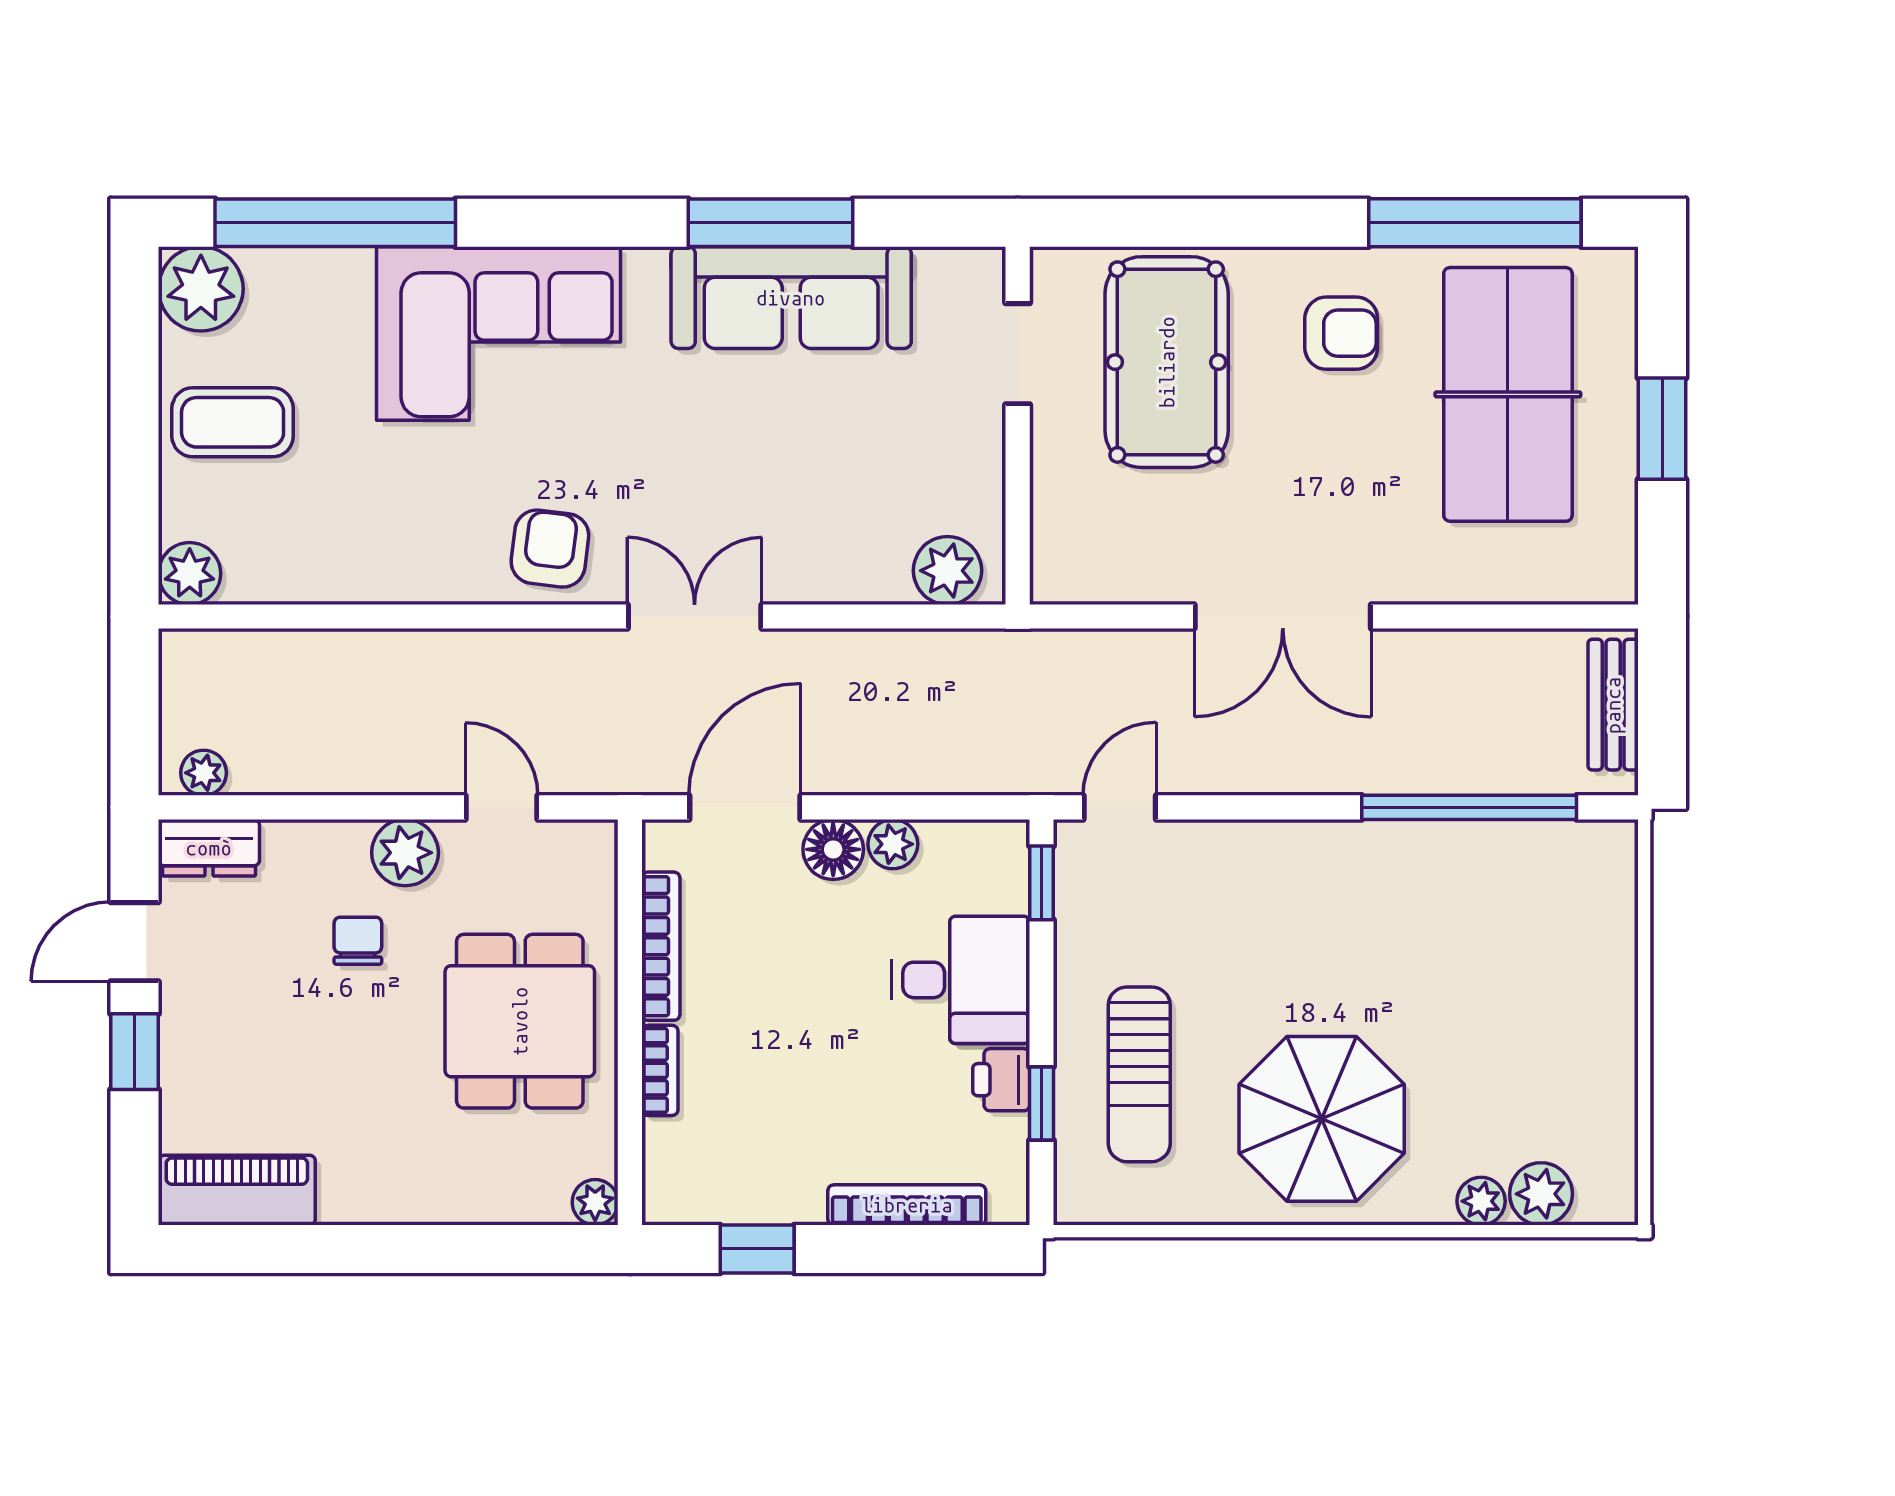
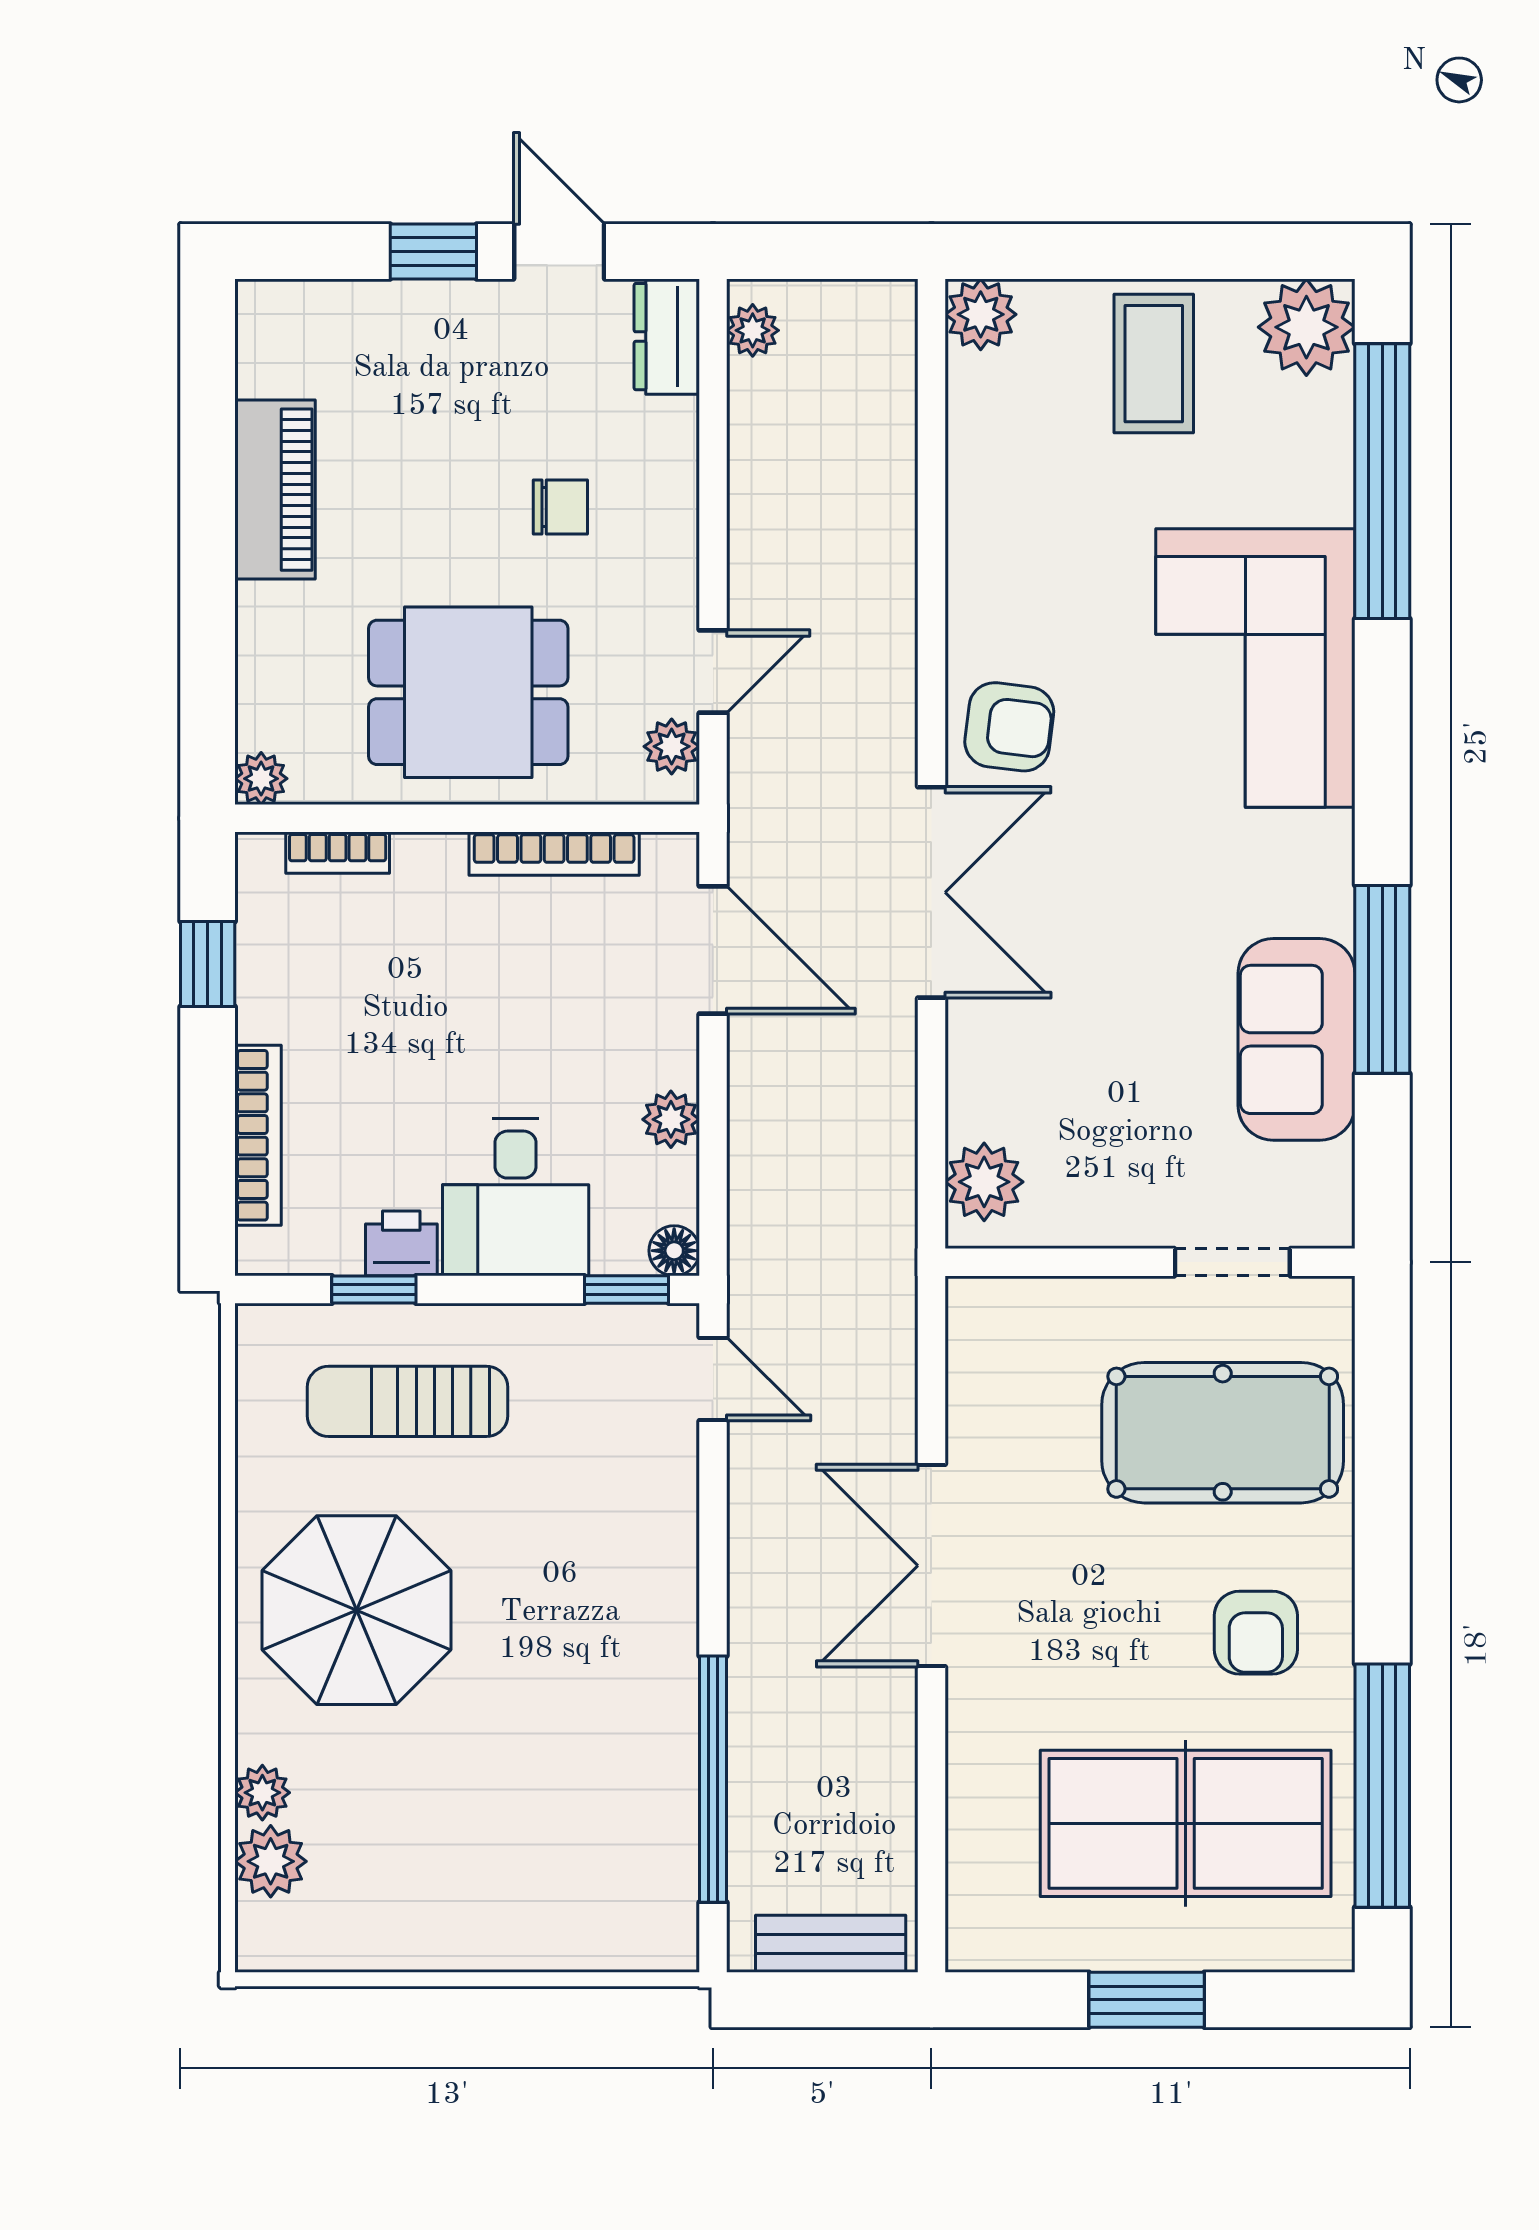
sofa: (791, 298) -> (1297, 1039), width x0.73
double door: (695, 616) -> (931, 892), width x1.37
floor lamp: (833, 849) -> (674, 1251), moved, width x0.73, depth x0.73
plant: (405, 853) -> (672, 746), moved, width x0.73, depth x0.73
bookcase: (660, 1070) -> (338, 853), moved
piano: (237, 1190) -> (275, 490), moved

